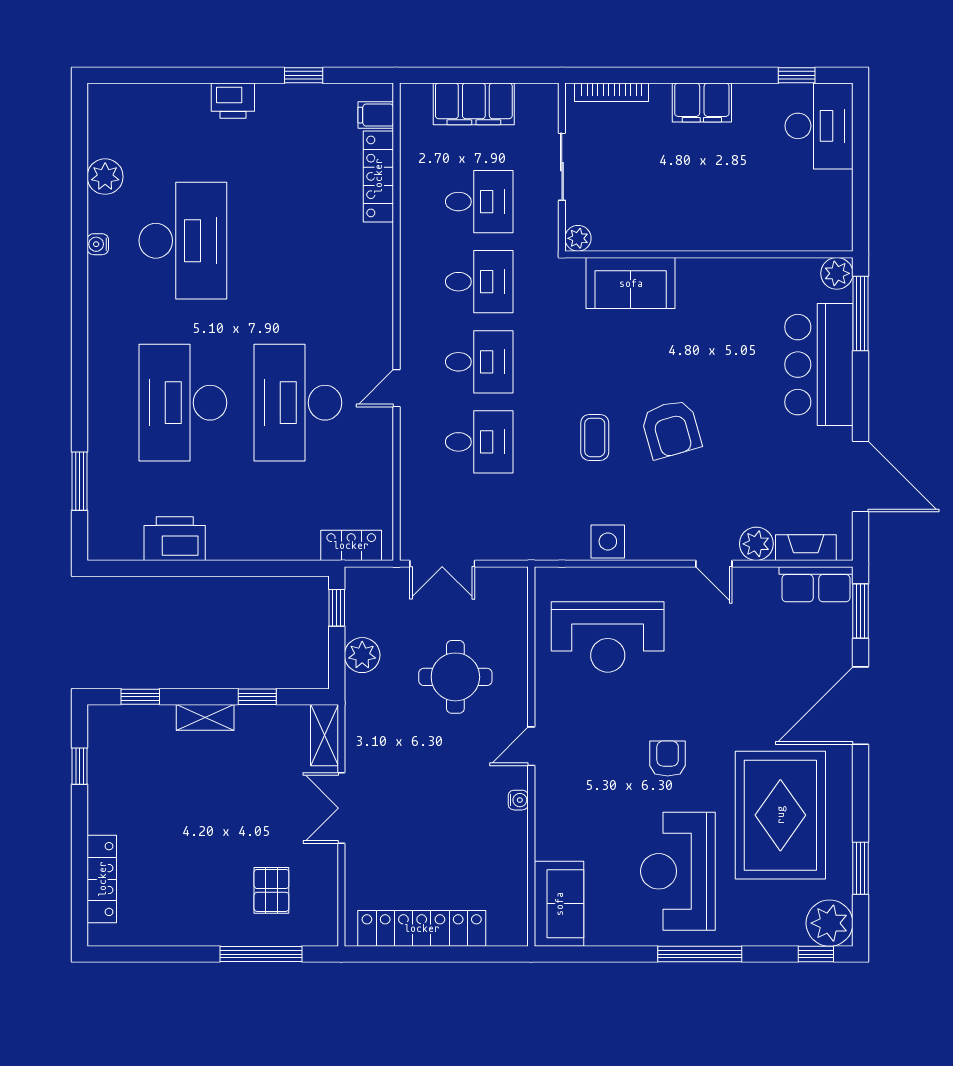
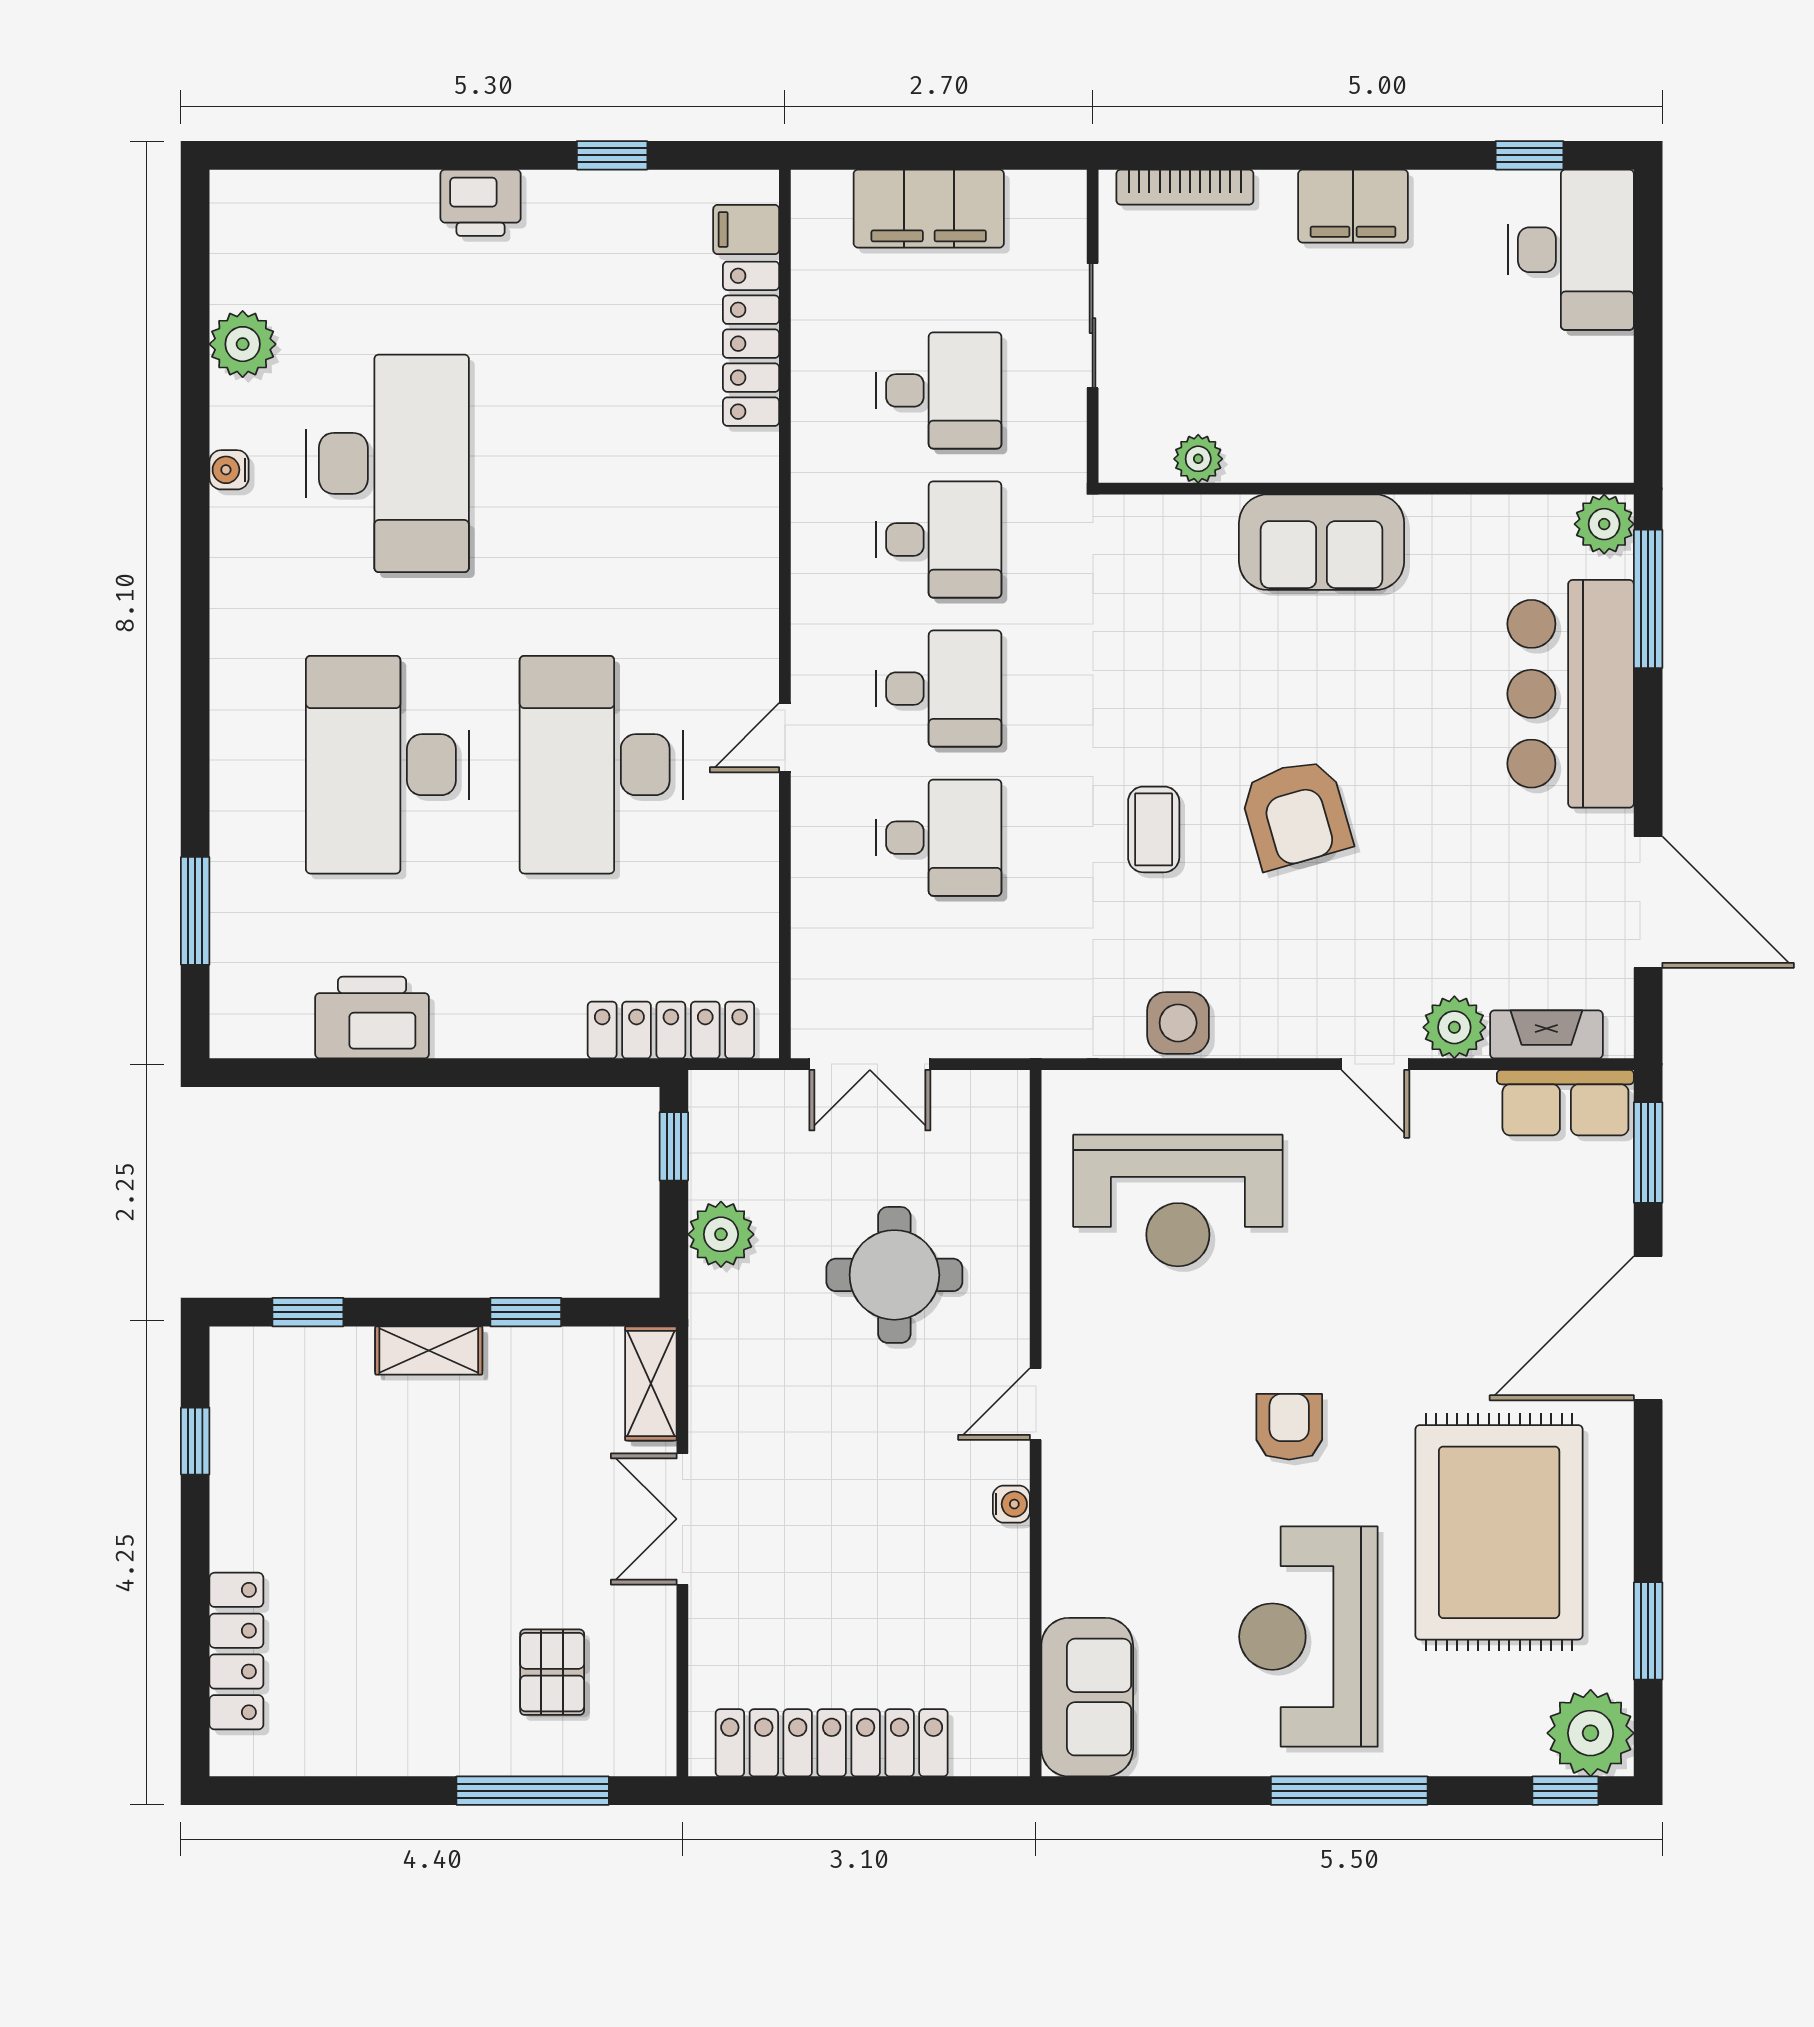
plant: (578, 238) -> (1198, 459), moved
sofa: (631, 283) -> (1322, 542), moved
locker: (351, 545) -> (671, 1030), width x1.53

